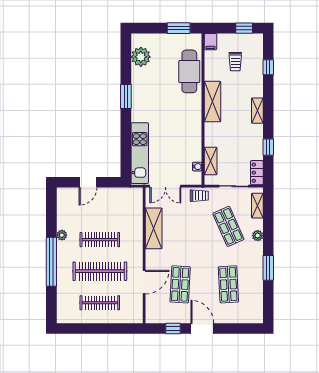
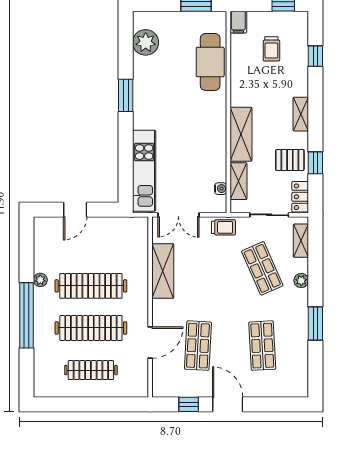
shelving: (212, 102) -> (241, 134), moved
pallet: (249, 145) -> (290, 160), added
clothes rail: (100, 240) -> (91, 286), width x1.37, depth x1.31

